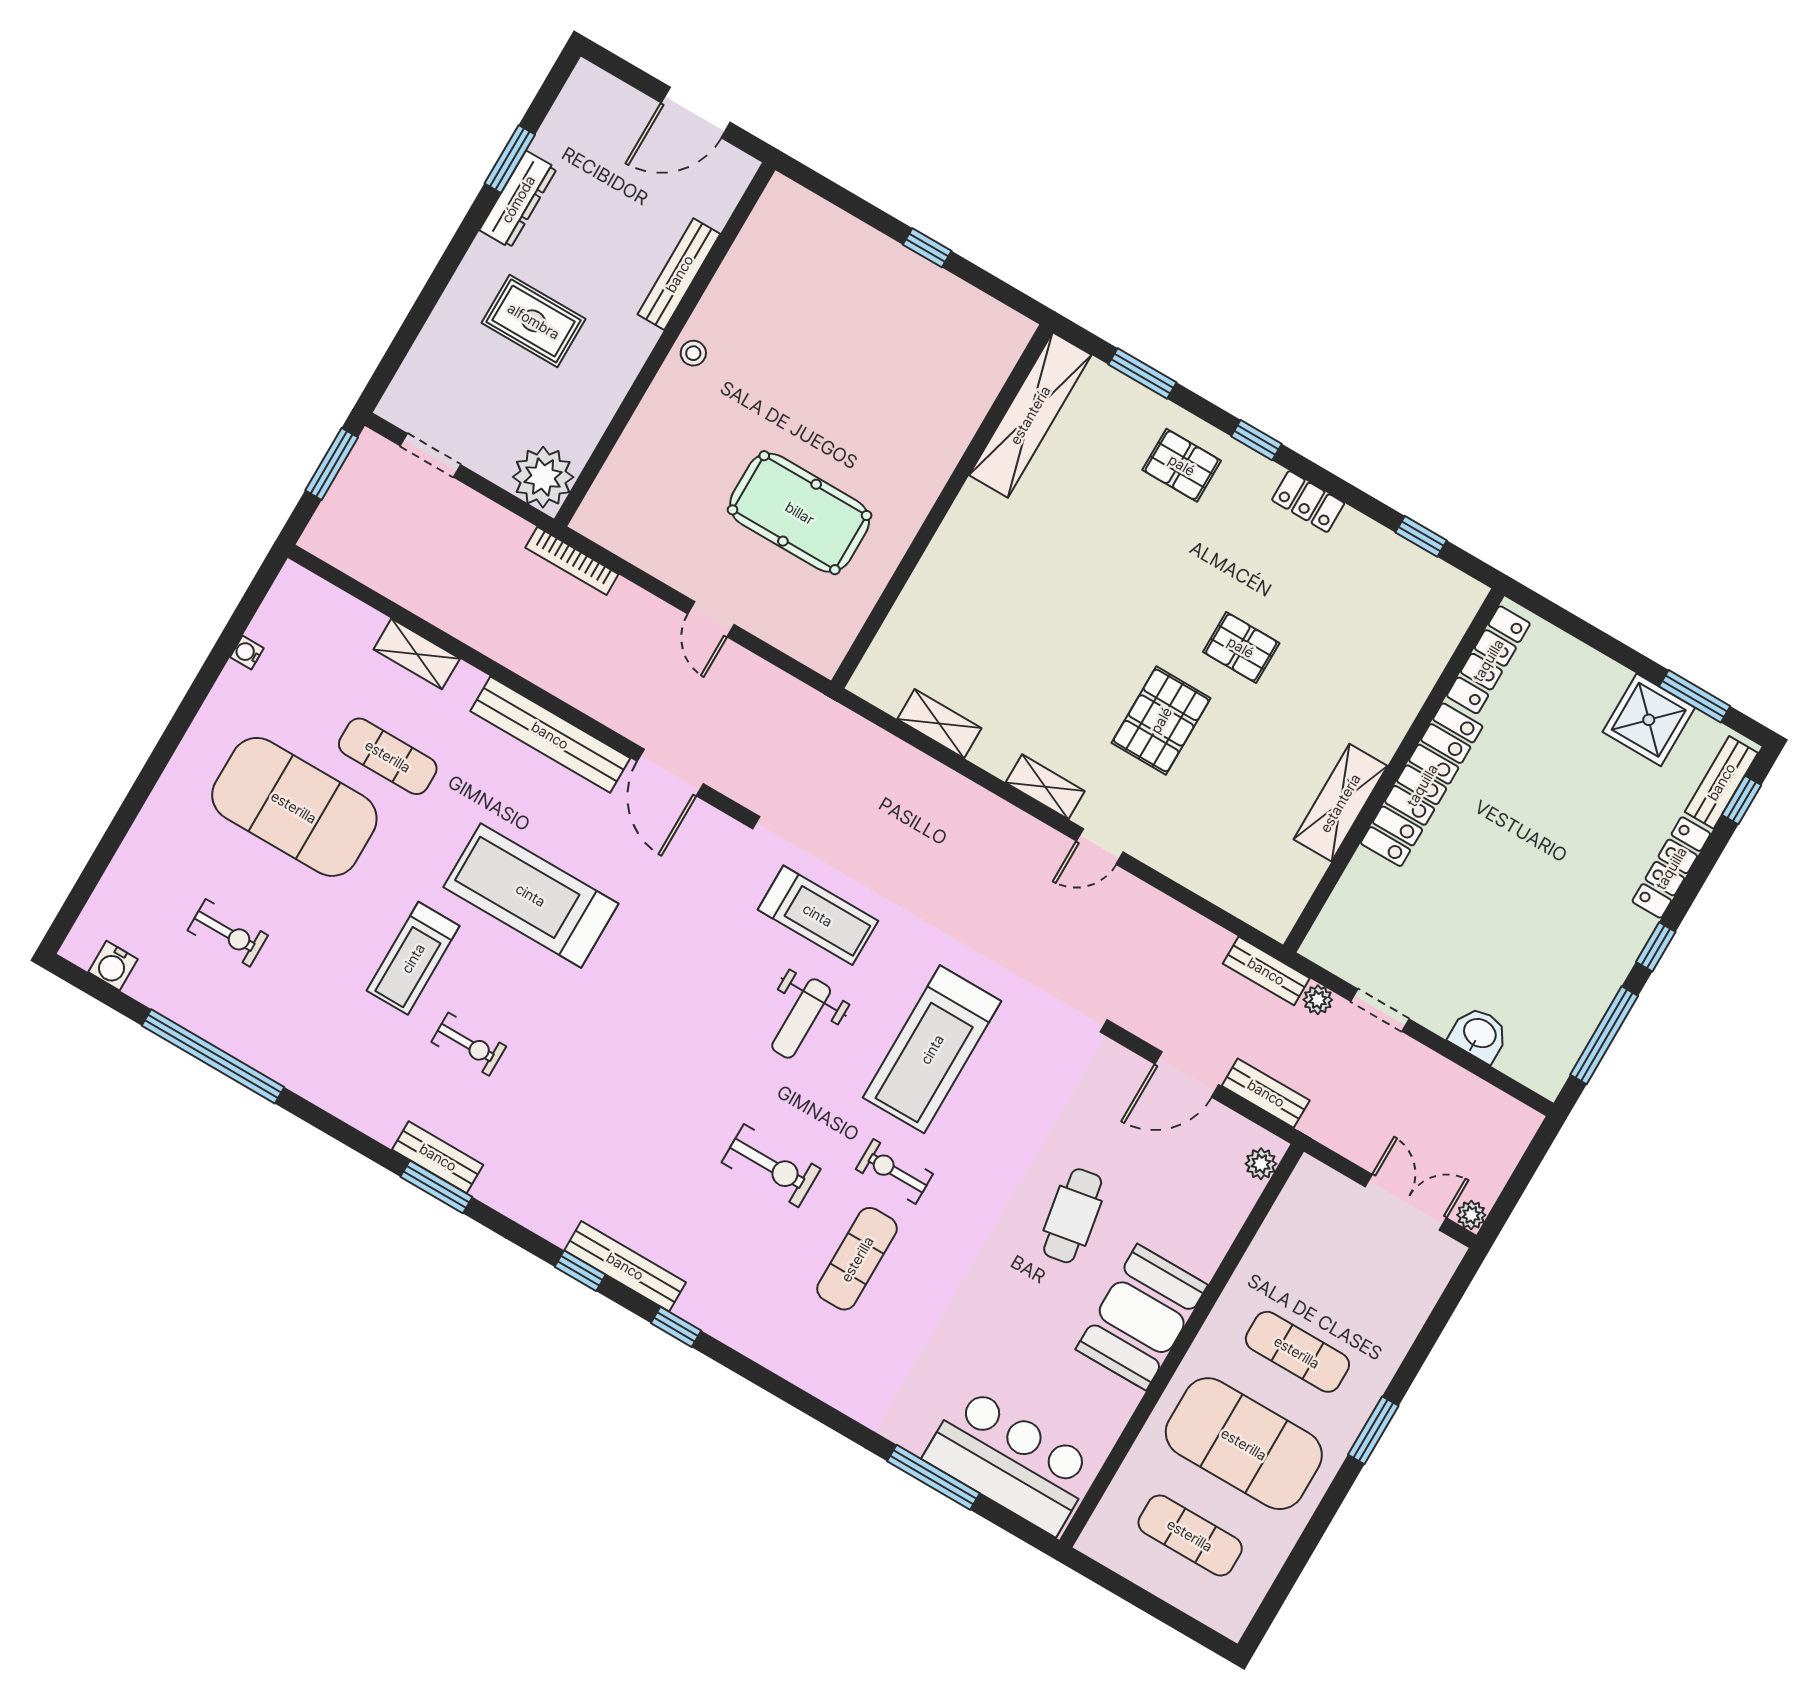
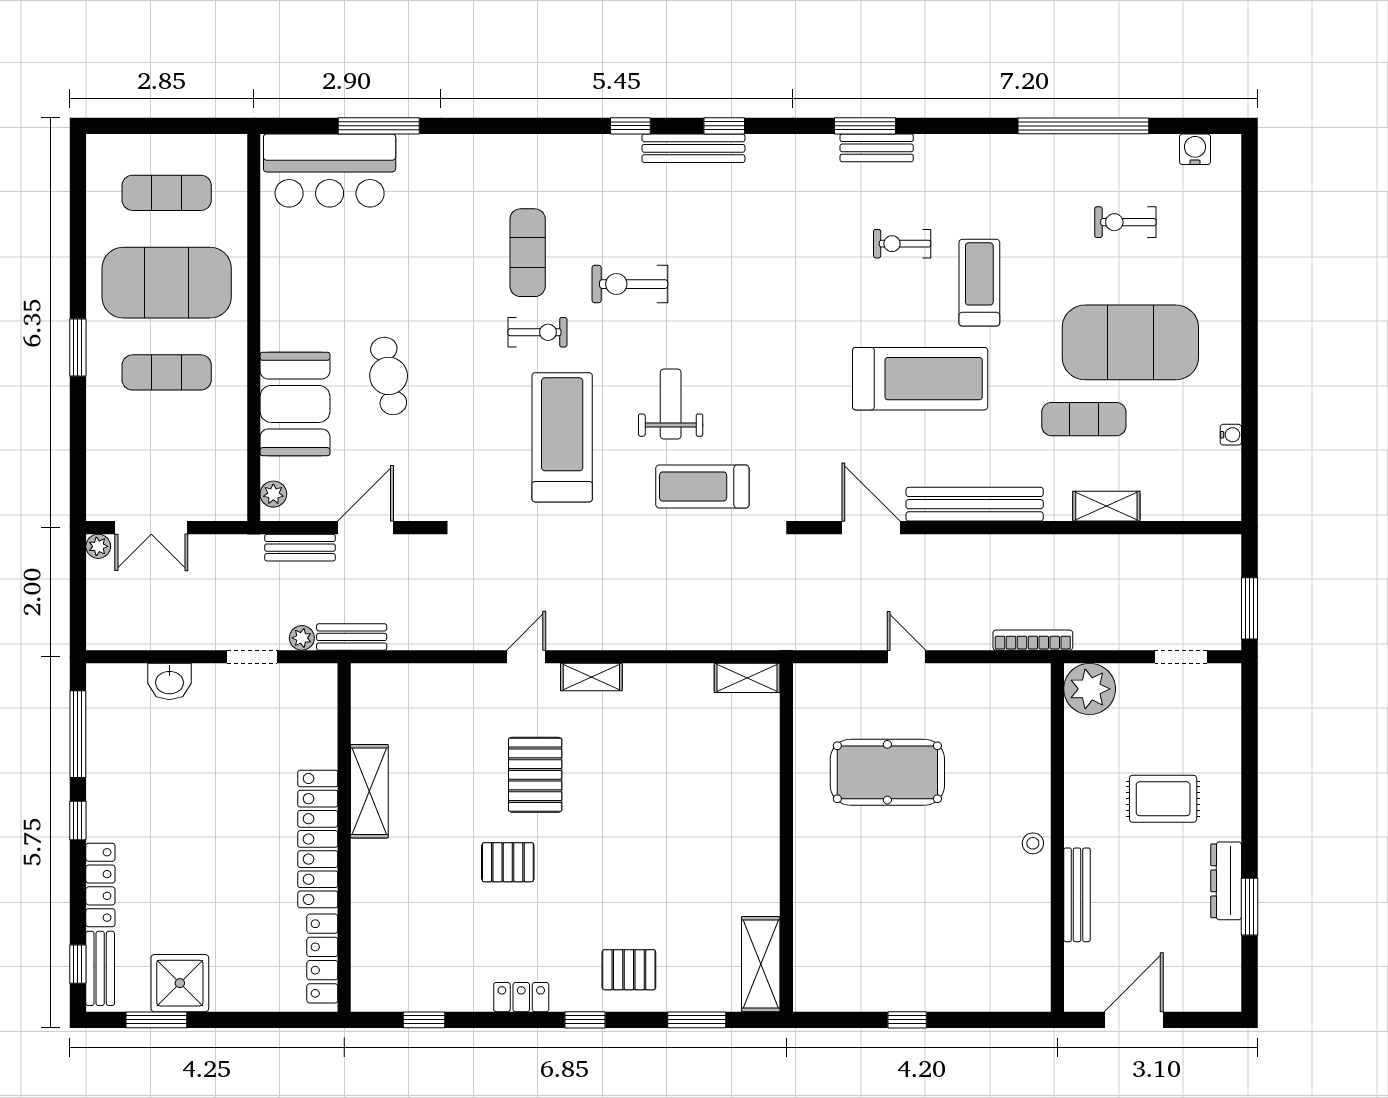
shelving: (1030, 415) -> (761, 964), width x0.68
shelving: (939, 724) -> (747, 678), moved
booth: (1142, 1317) -> (295, 404), moved

